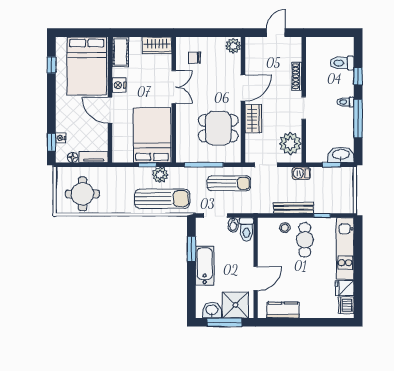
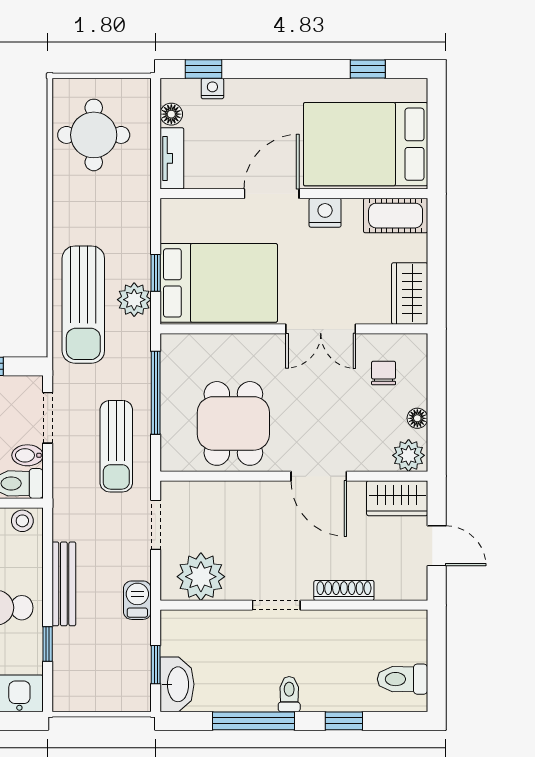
floor lamp: (216, 42) -> (417, 418), added
toilet: (342, 63) -> (402, 679), moved, turned -90
wardrobe: (253, 119) -> (397, 498), moved
stool: (285, 228) -> (22, 521), moved

